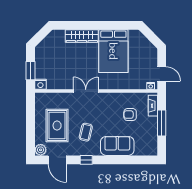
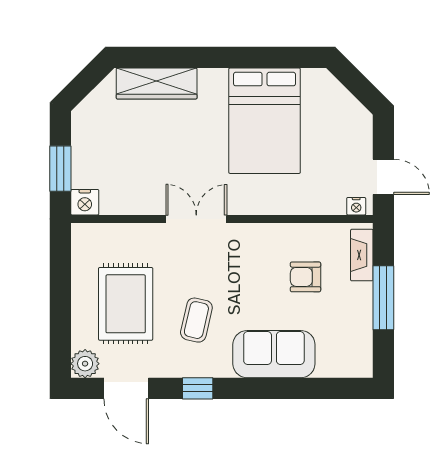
wardrobe: (82, 36) -> (157, 83), moved

